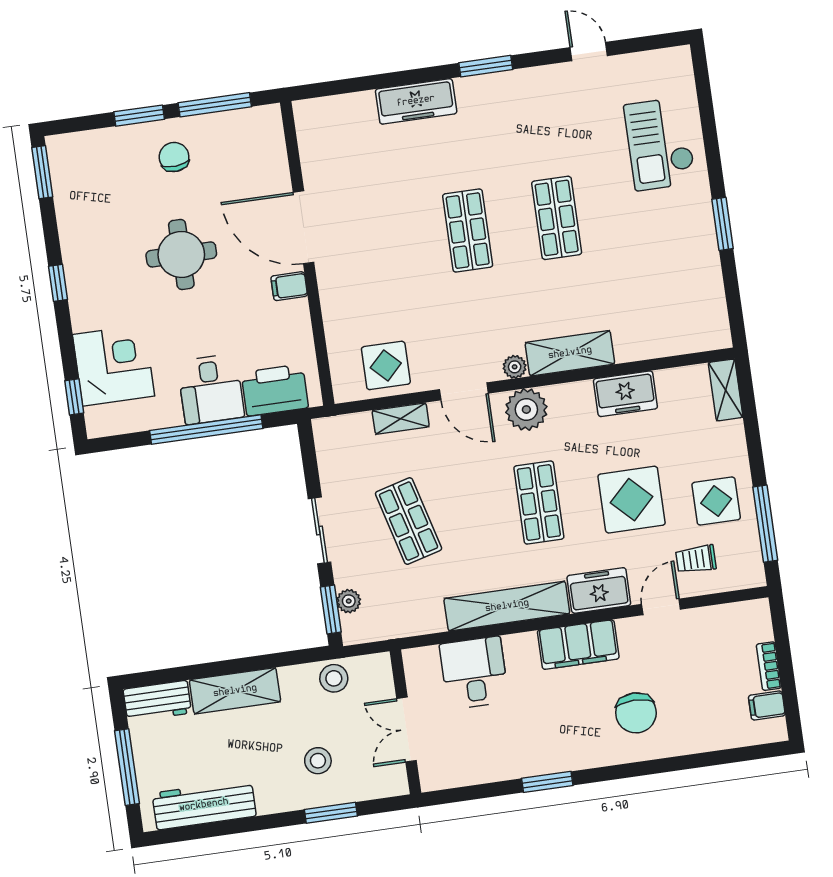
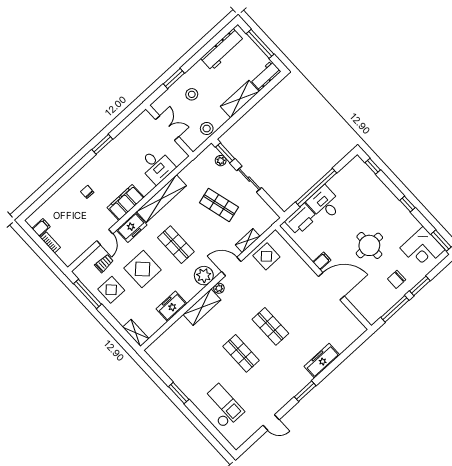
chair: (174, 157) -> (397, 279), turned 94
corner desk: (114, 365) -> (422, 249), moved
chair: (636, 713) -> (87, 192), width x0.54, depth x0.54

